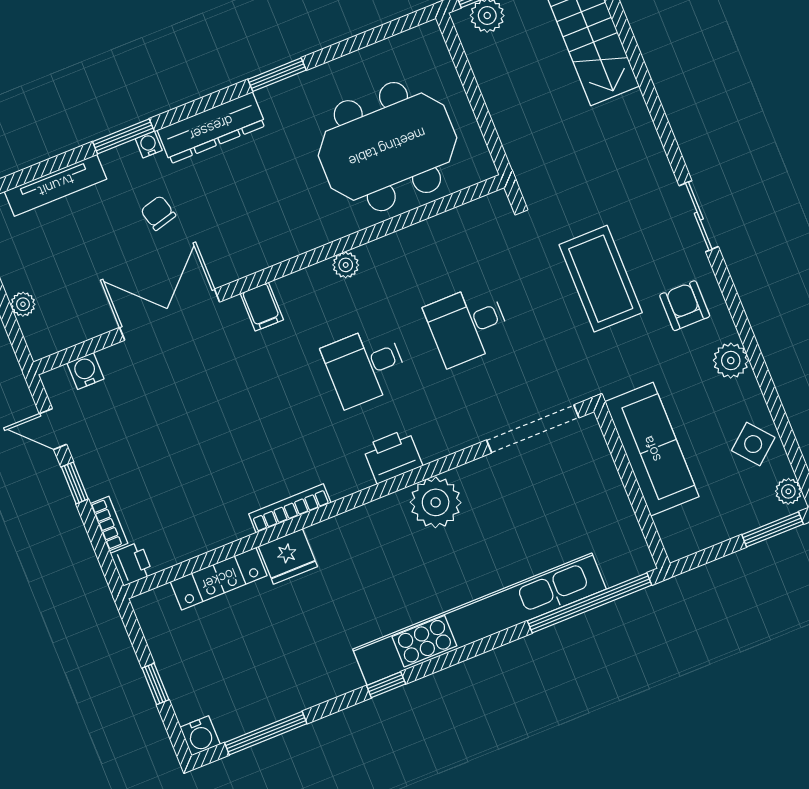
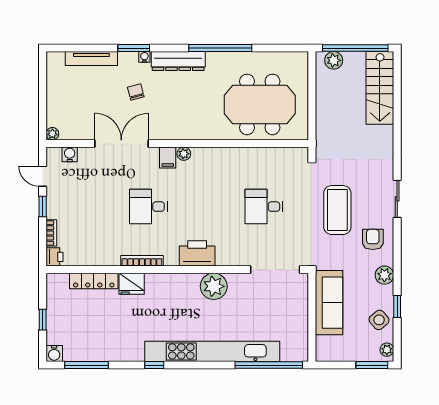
window: (277, 75) -> (220, 48), width x2.11
plant: (346, 265) -> (184, 154), moved
plant: (23, 304) -> (52, 134), moved
desk: (365, 366) -> (148, 207), moved
window: (776, 407) -> (397, 307), added
printer: (393, 456) -> (197, 253), width x1.37, depth x1.19

